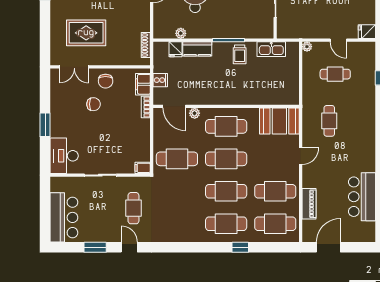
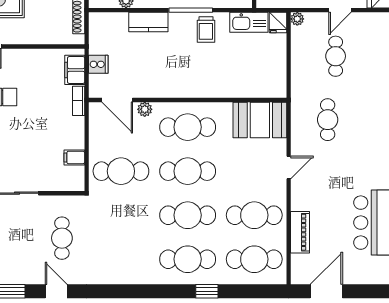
door: (338, 40) -> (340, 10), hinge flipped
fridge: (175, 49) -> (278, 23), moved
cafe table: (335, 74) -> (336, 56), turned 90
chair: (106, 81) -> (24, 66), removed
filing cabinet: (143, 168) -> (74, 157), moved

